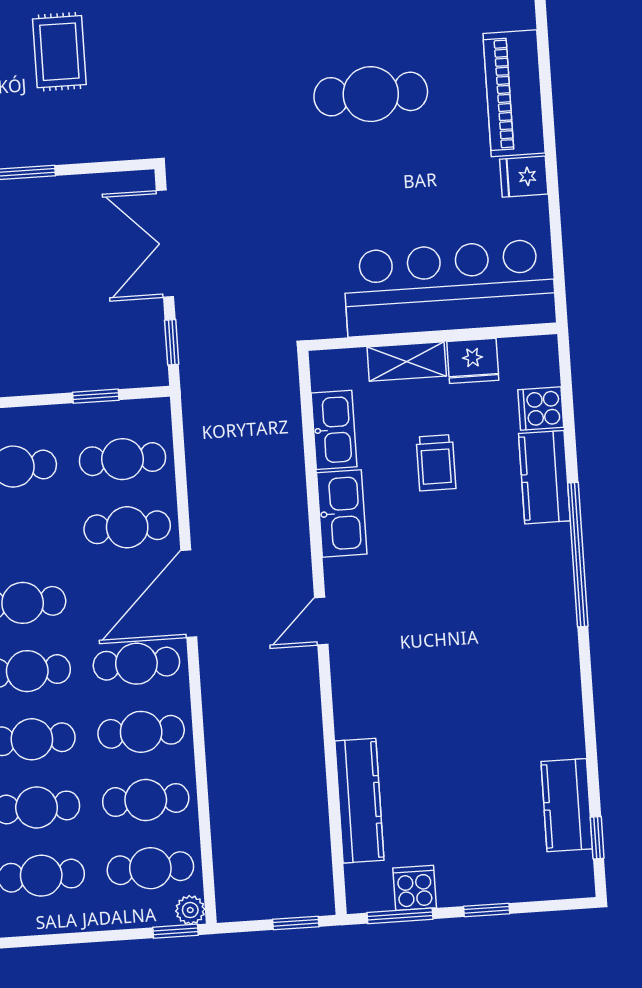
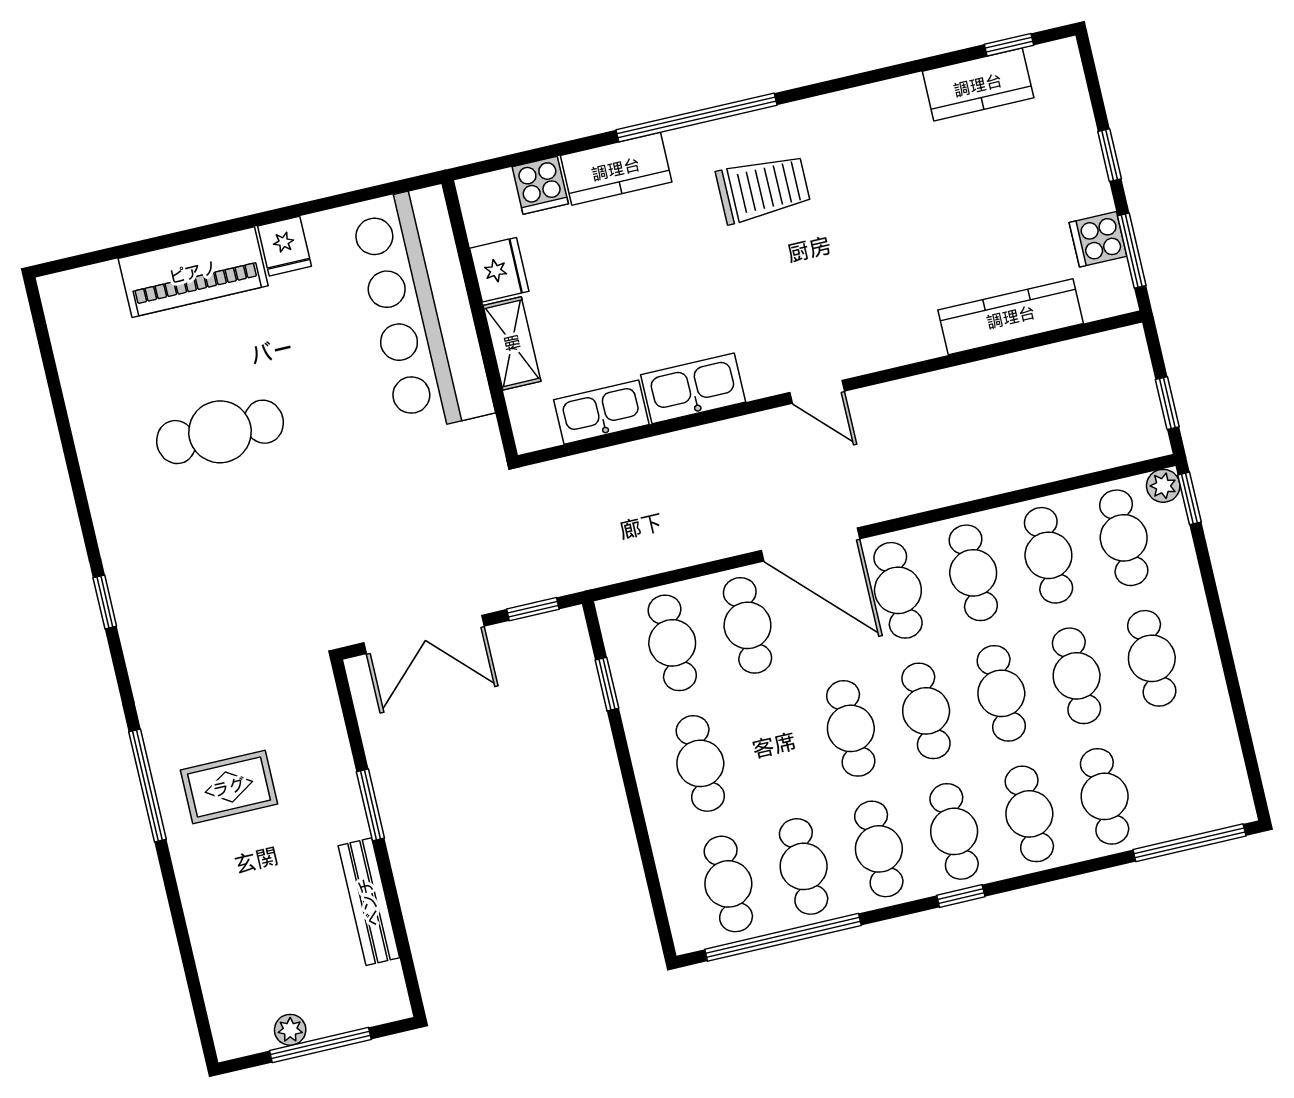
cafe table: (371, 94) -> (220, 432), turned 90
trolley: (436, 463) -> (763, 189), moved, width x1.36, depth x1.39
window: (296, 923) -> (1167, 403), moved

